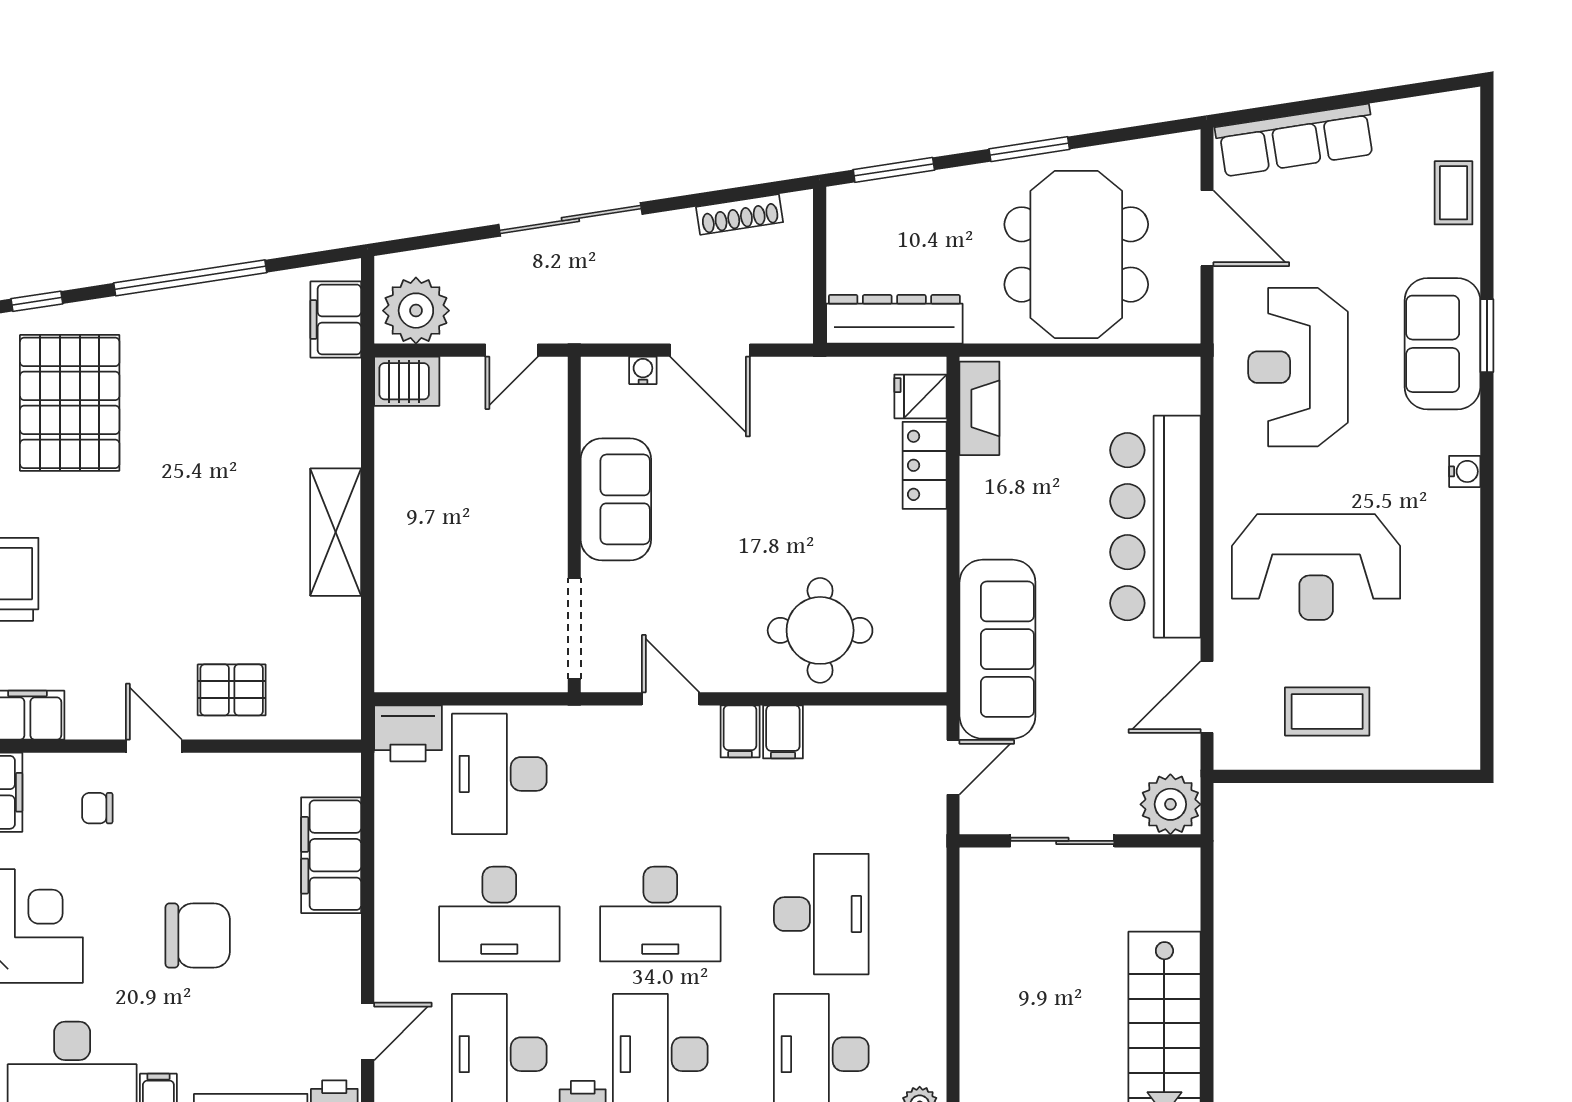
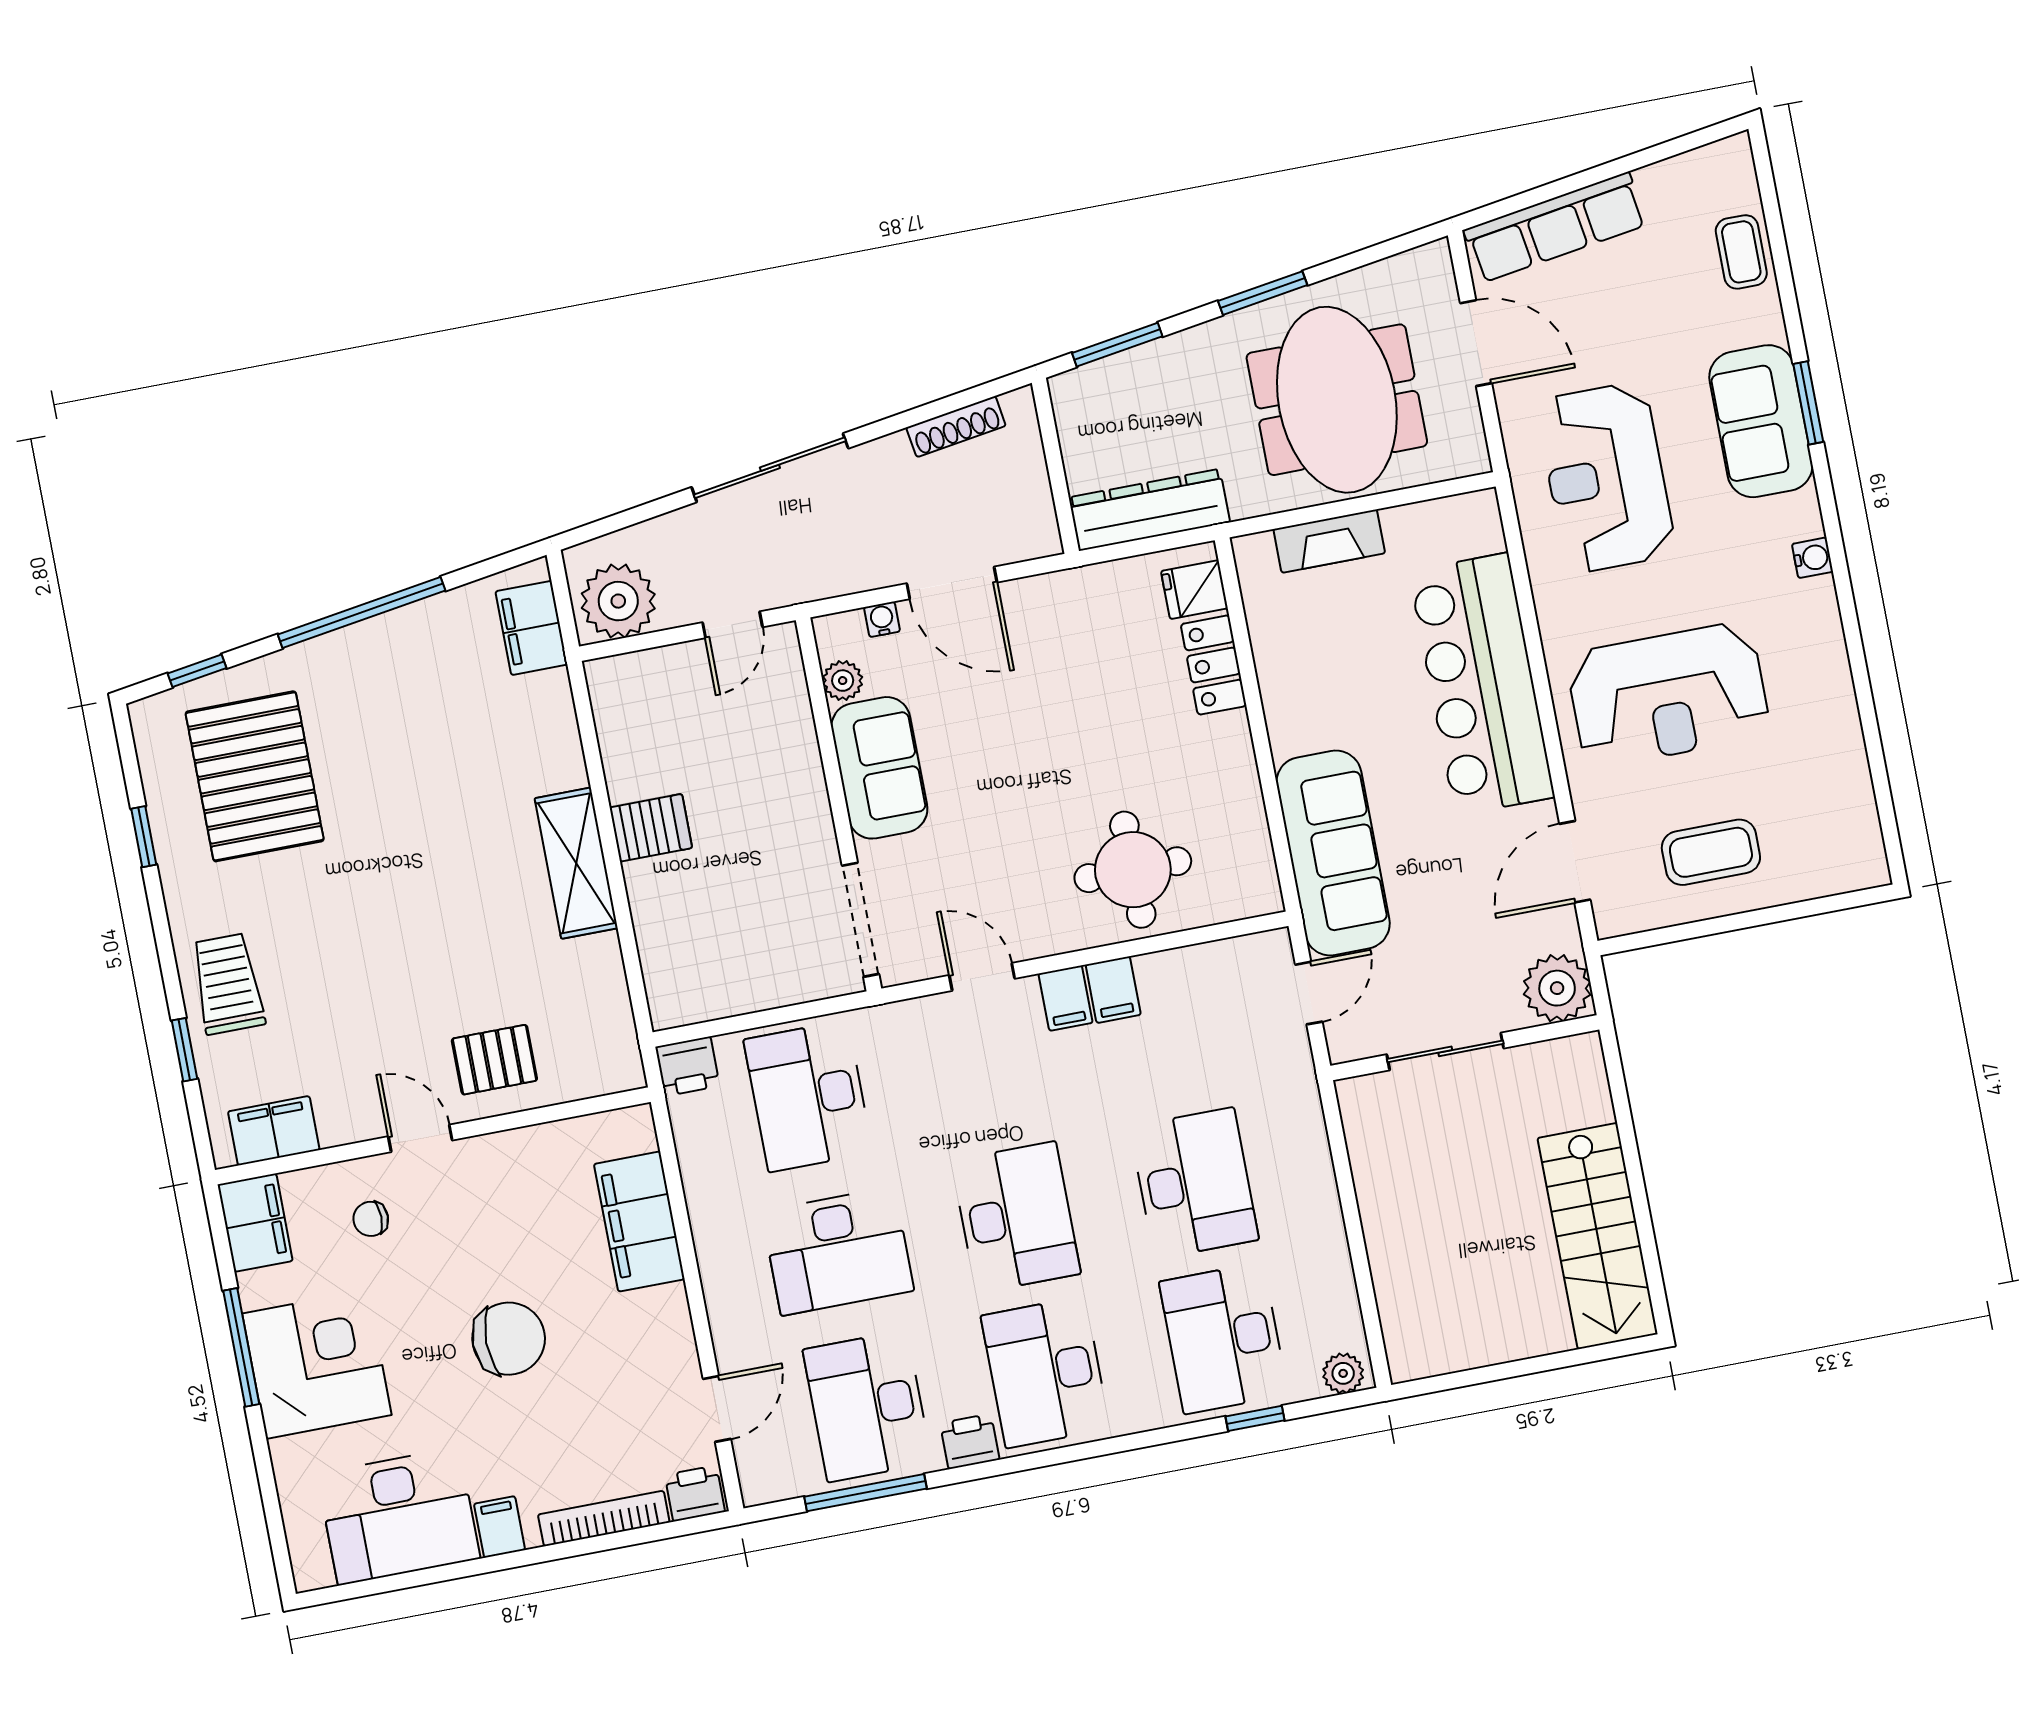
server rack: (407, 381) -> (651, 828), moved
fireplace: (979, 408) -> (1329, 541), moved, turned 90
plant: (598, 417) -> (843, 681), added
printer: (408, 733) -> (687, 1066), width x0.73, depth x0.81
desk: (660, 914) -> (1016, 1217), turned -90

